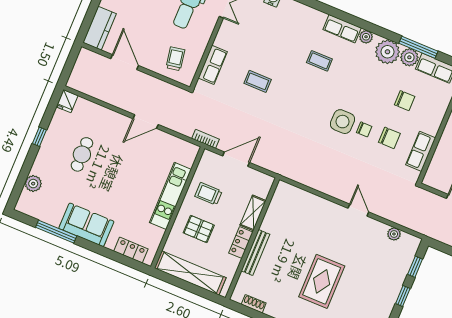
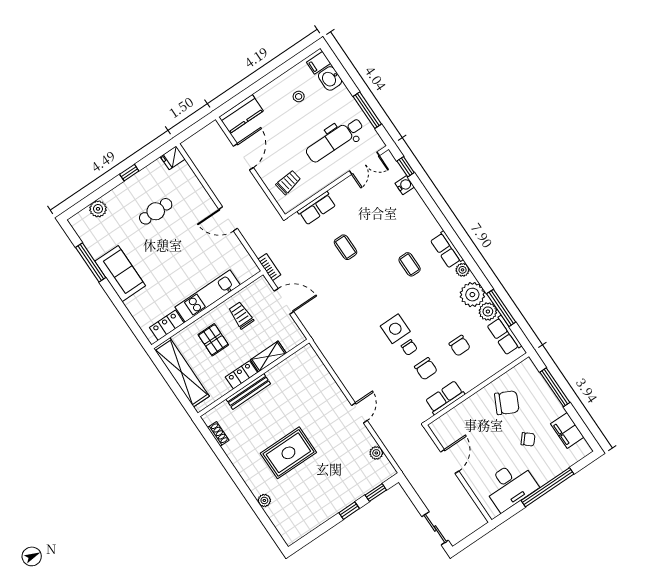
locker: (131, 250) -> (167, 325), moved, turned -90

